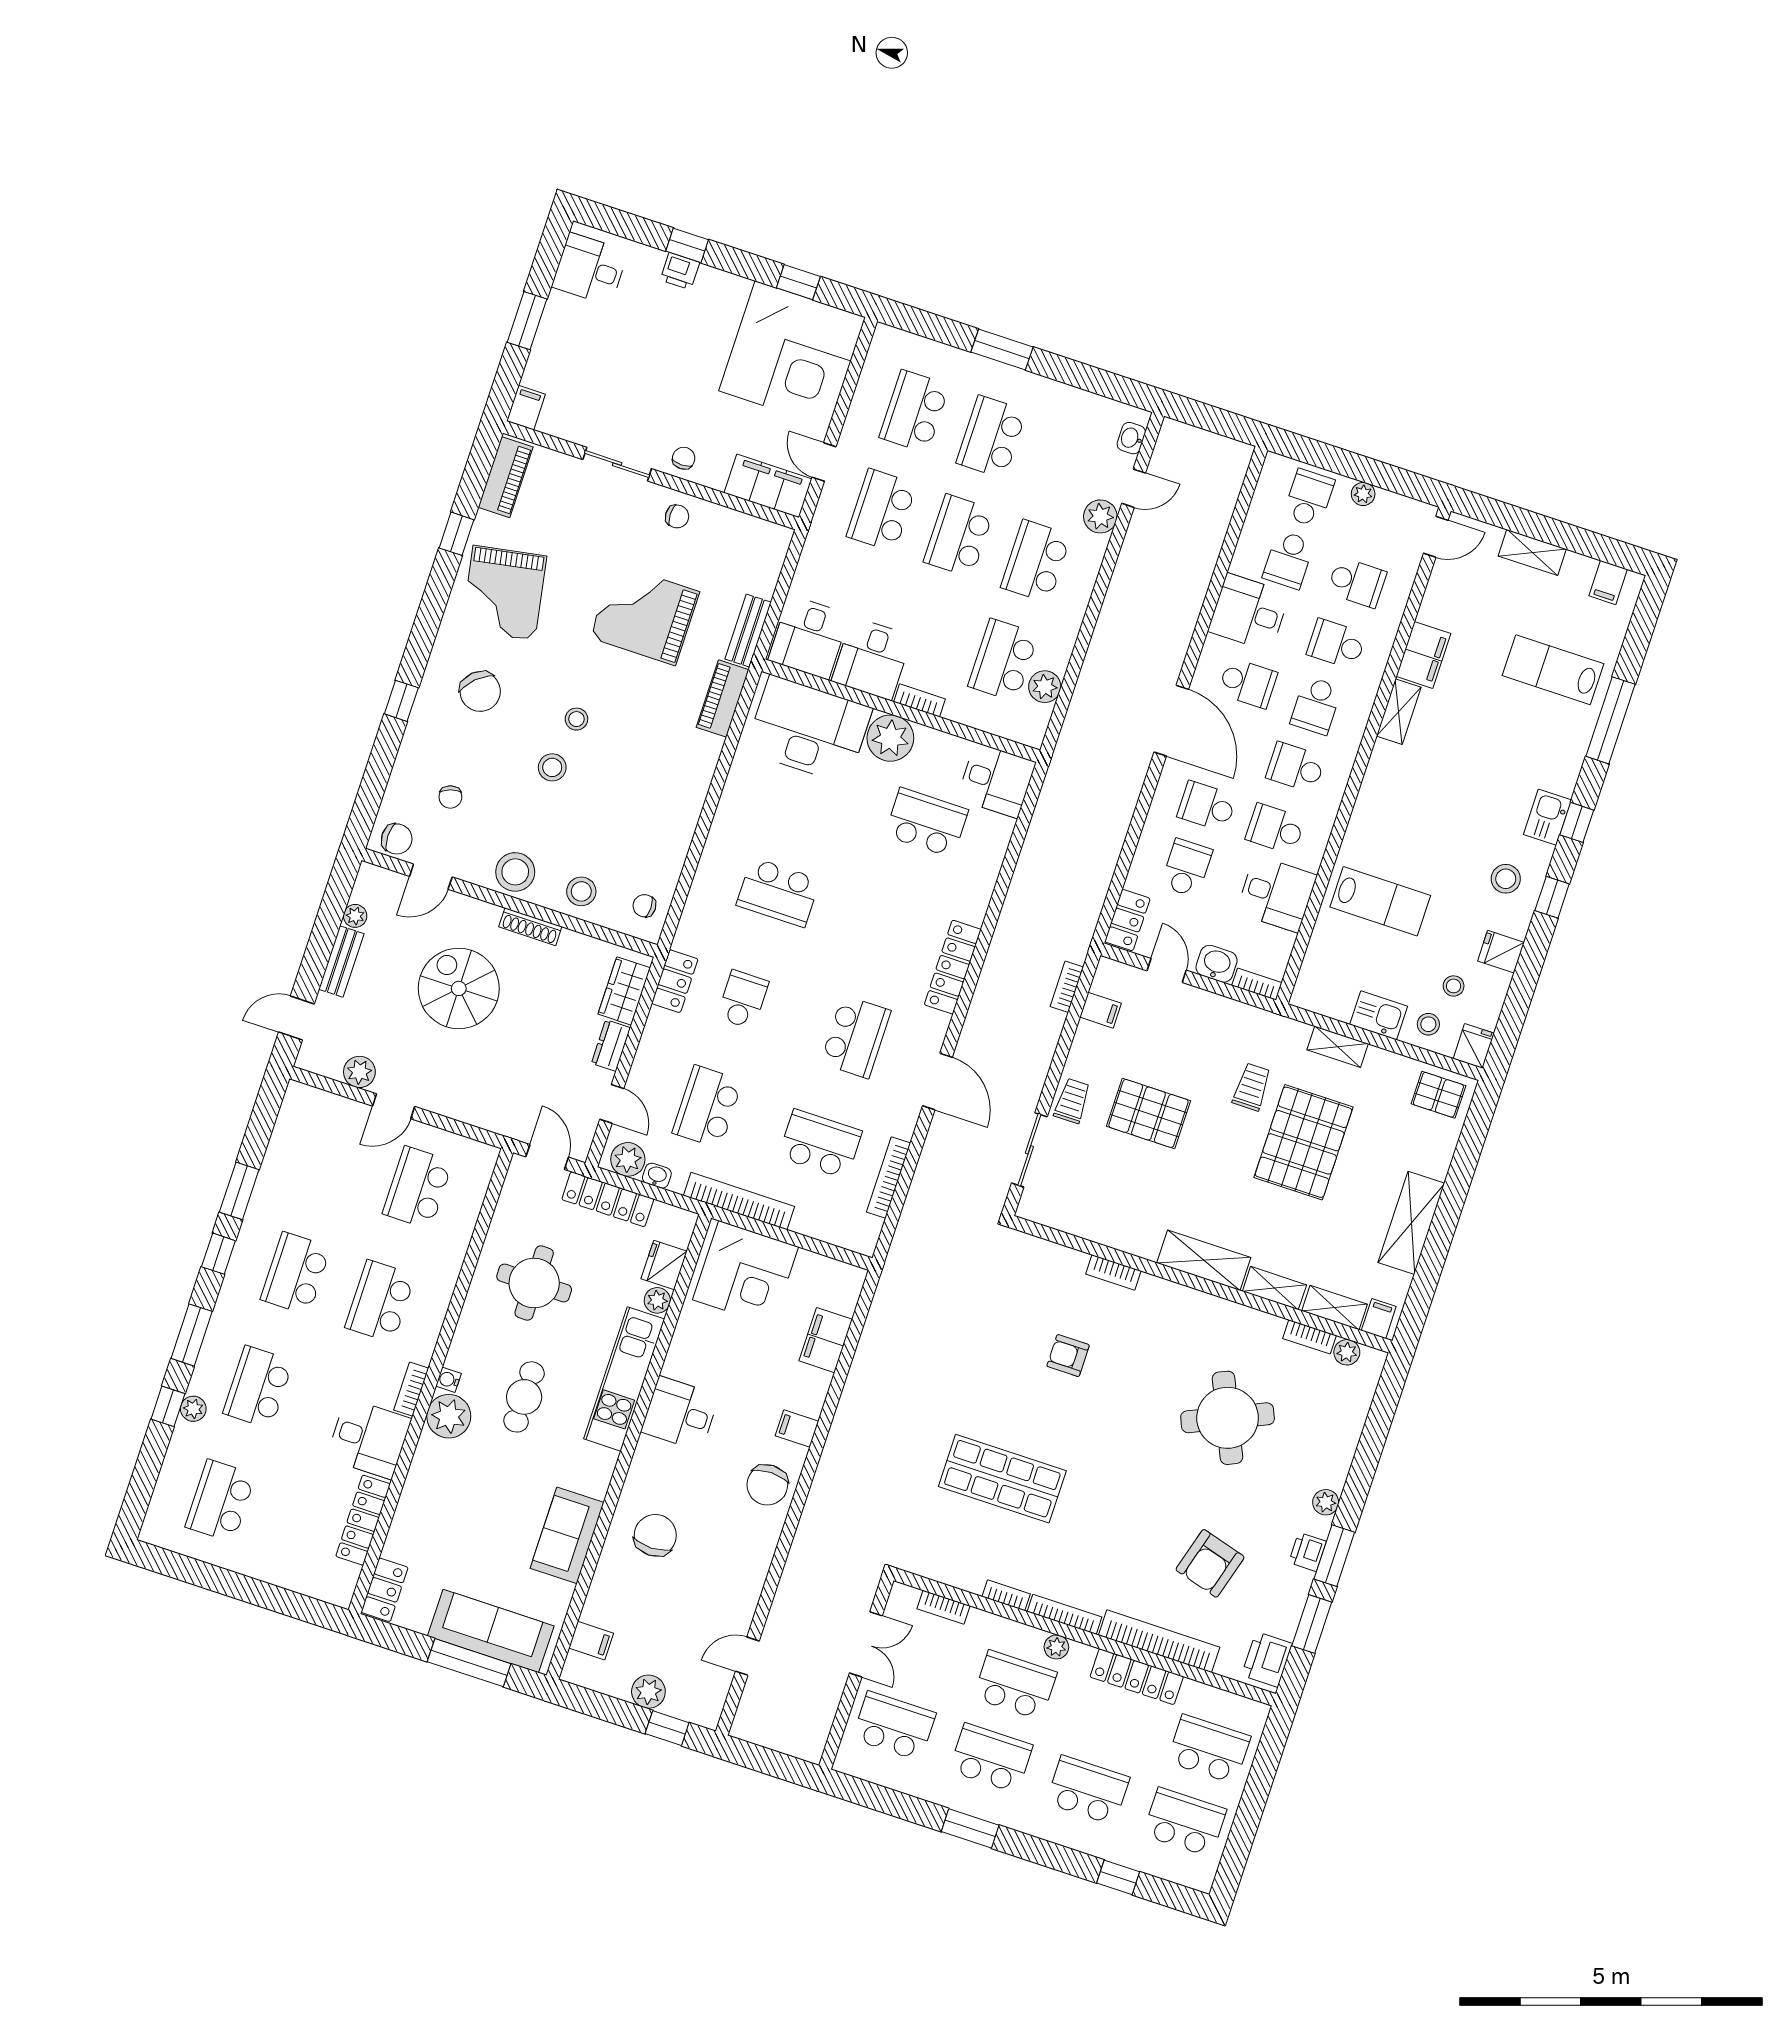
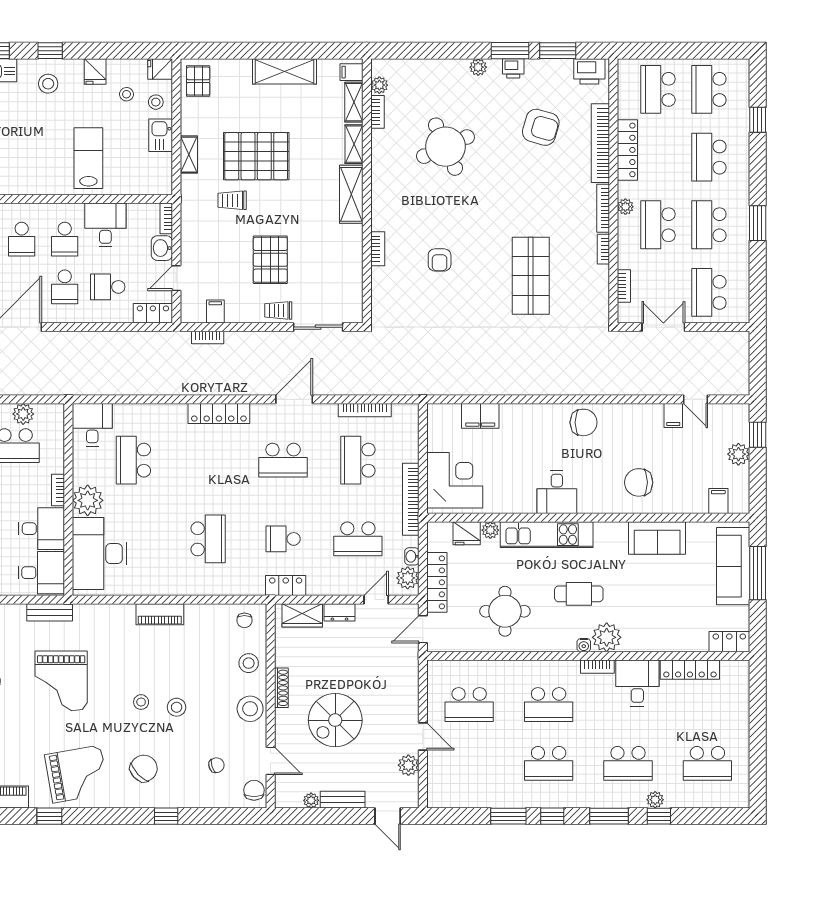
piano: (723, 699) -> (160, 614), moved
school desk: (856, 1037) -> (283, 460), turned 180
filing cabinet: (797, 1429) -> (673, 415), moved

